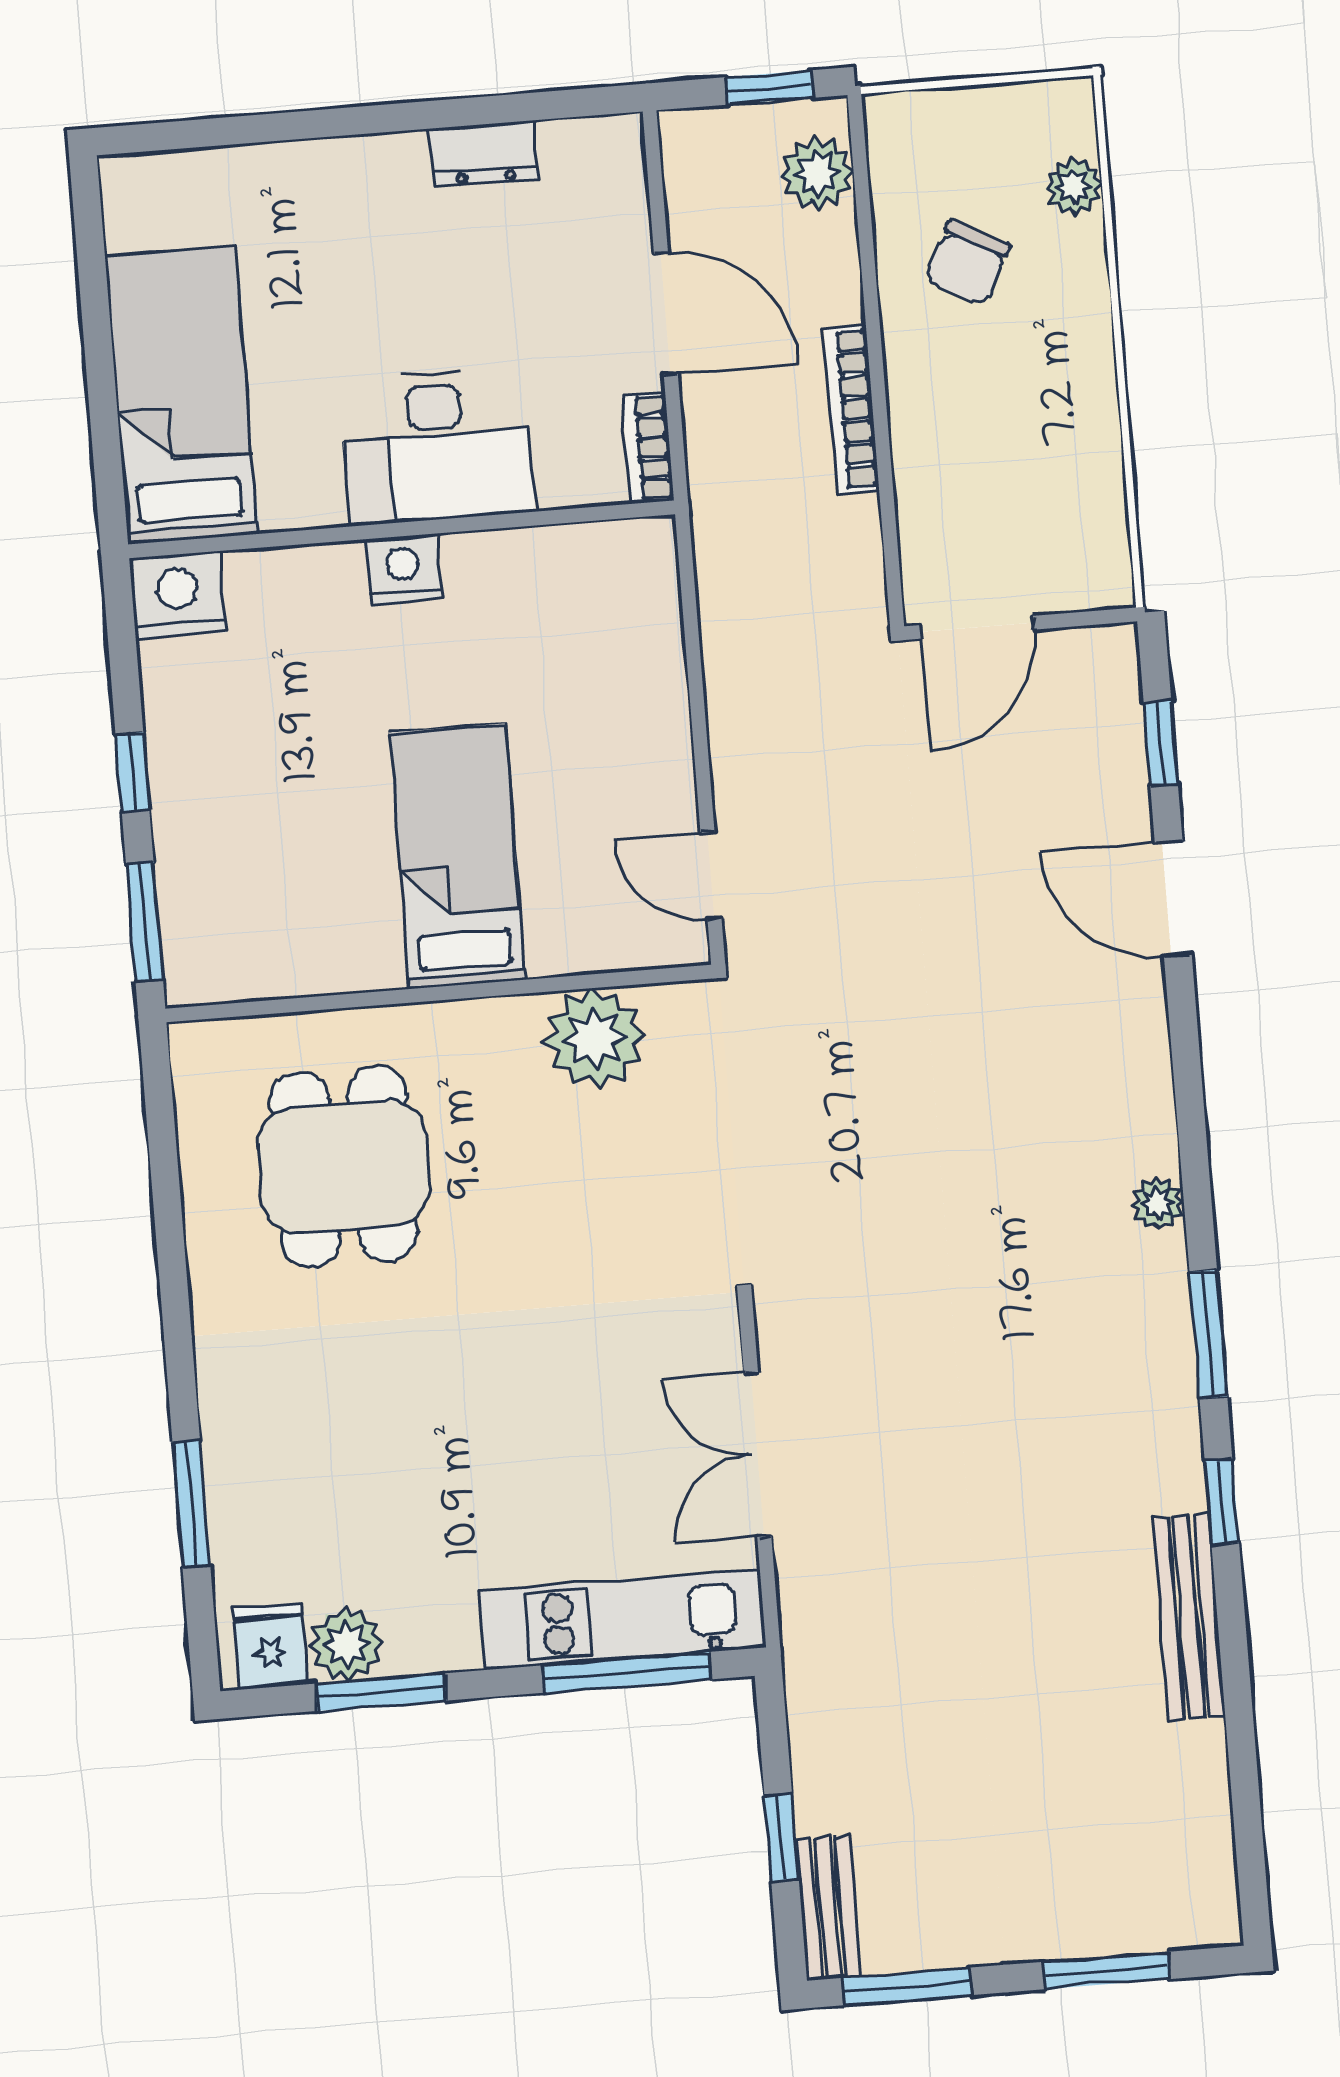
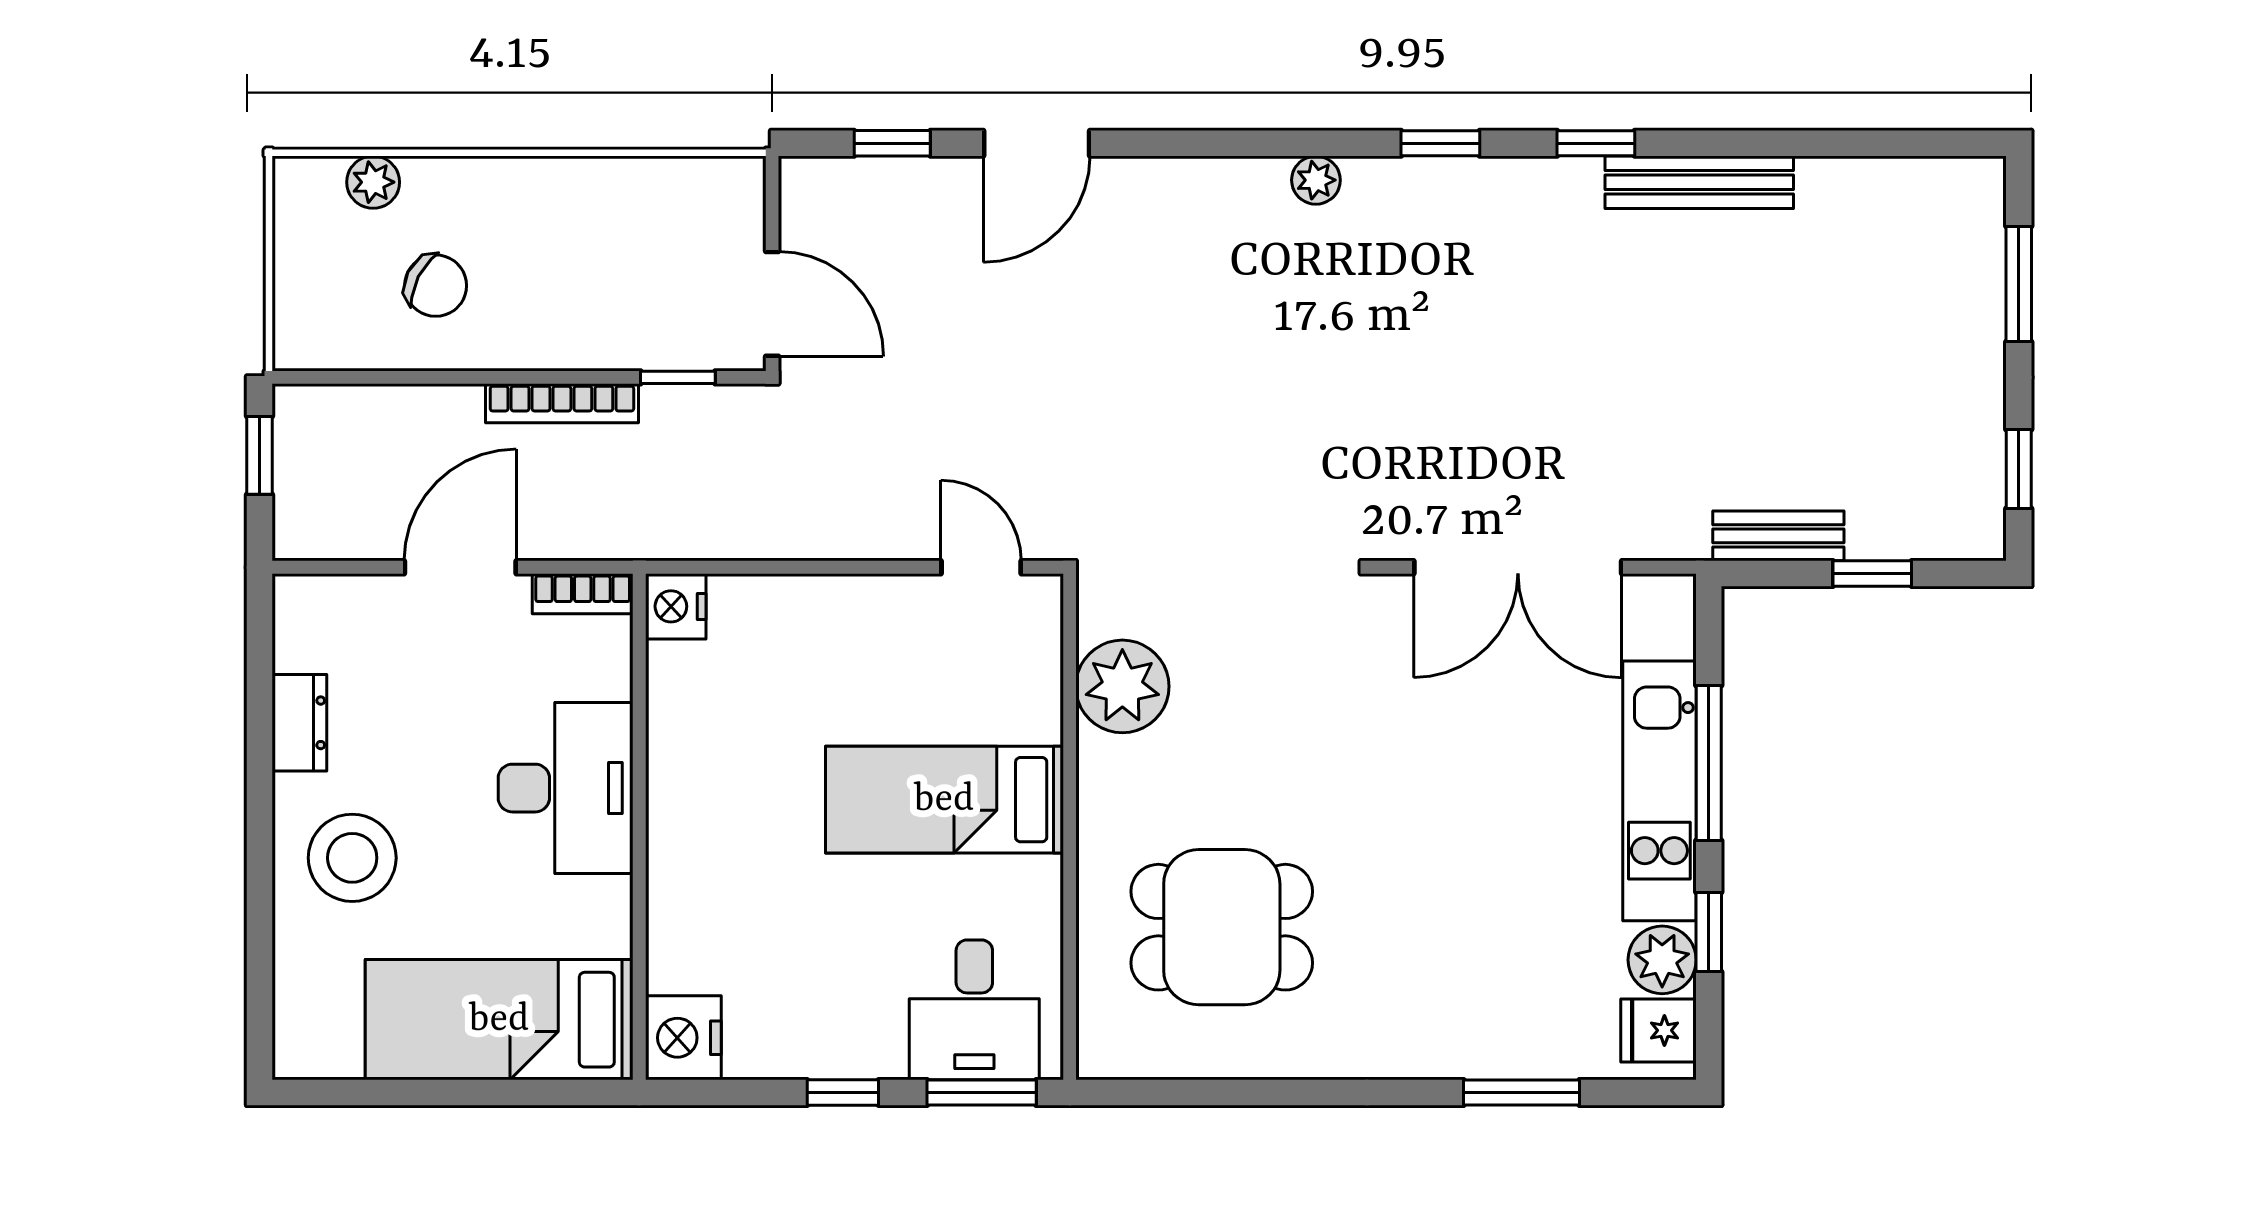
plant: (817, 173) -> (342, 417), removed
stool: (343, 222) -> (352, 858), added
window: (890, 532) -> (678, 377), added
nightstand: (403, 569) -> (676, 606), moved
door: (711, 876) -> (981, 567), swing flipped
desk: (233, 907) -> (974, 1010), added
window: (1208, 1334) -> (1440, 143), width x0.67
double door: (758, 1454) -> (1518, 567), width x1.37
kitchen unit: (623, 1619) -> (1659, 791), moved
window: (627, 1672) -> (1709, 763), moved
window: (381, 1692) -> (1709, 932), width x0.67
bench: (828, 1908) -> (1778, 536), moved
window: (907, 1986) -> (2019, 469), width x0.67

